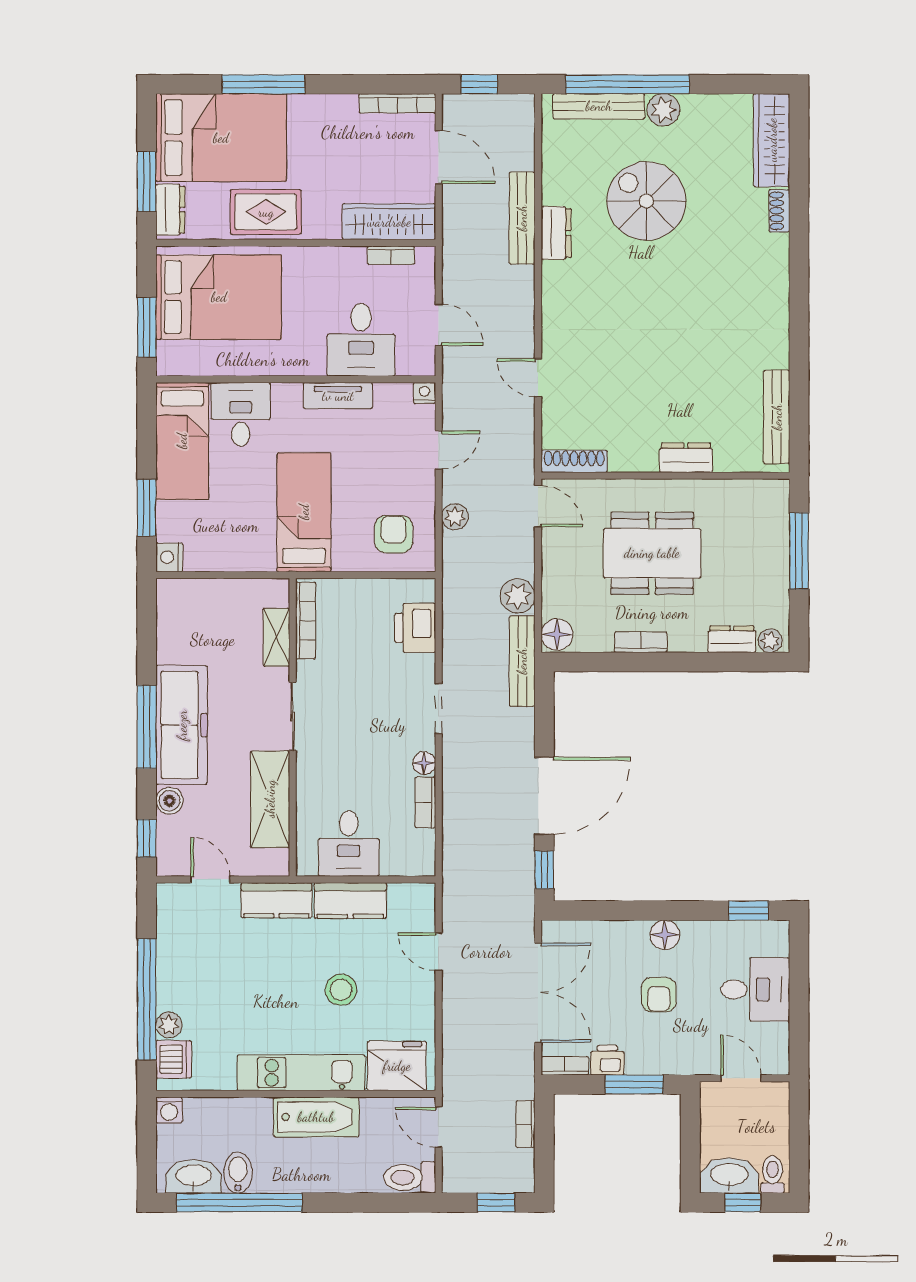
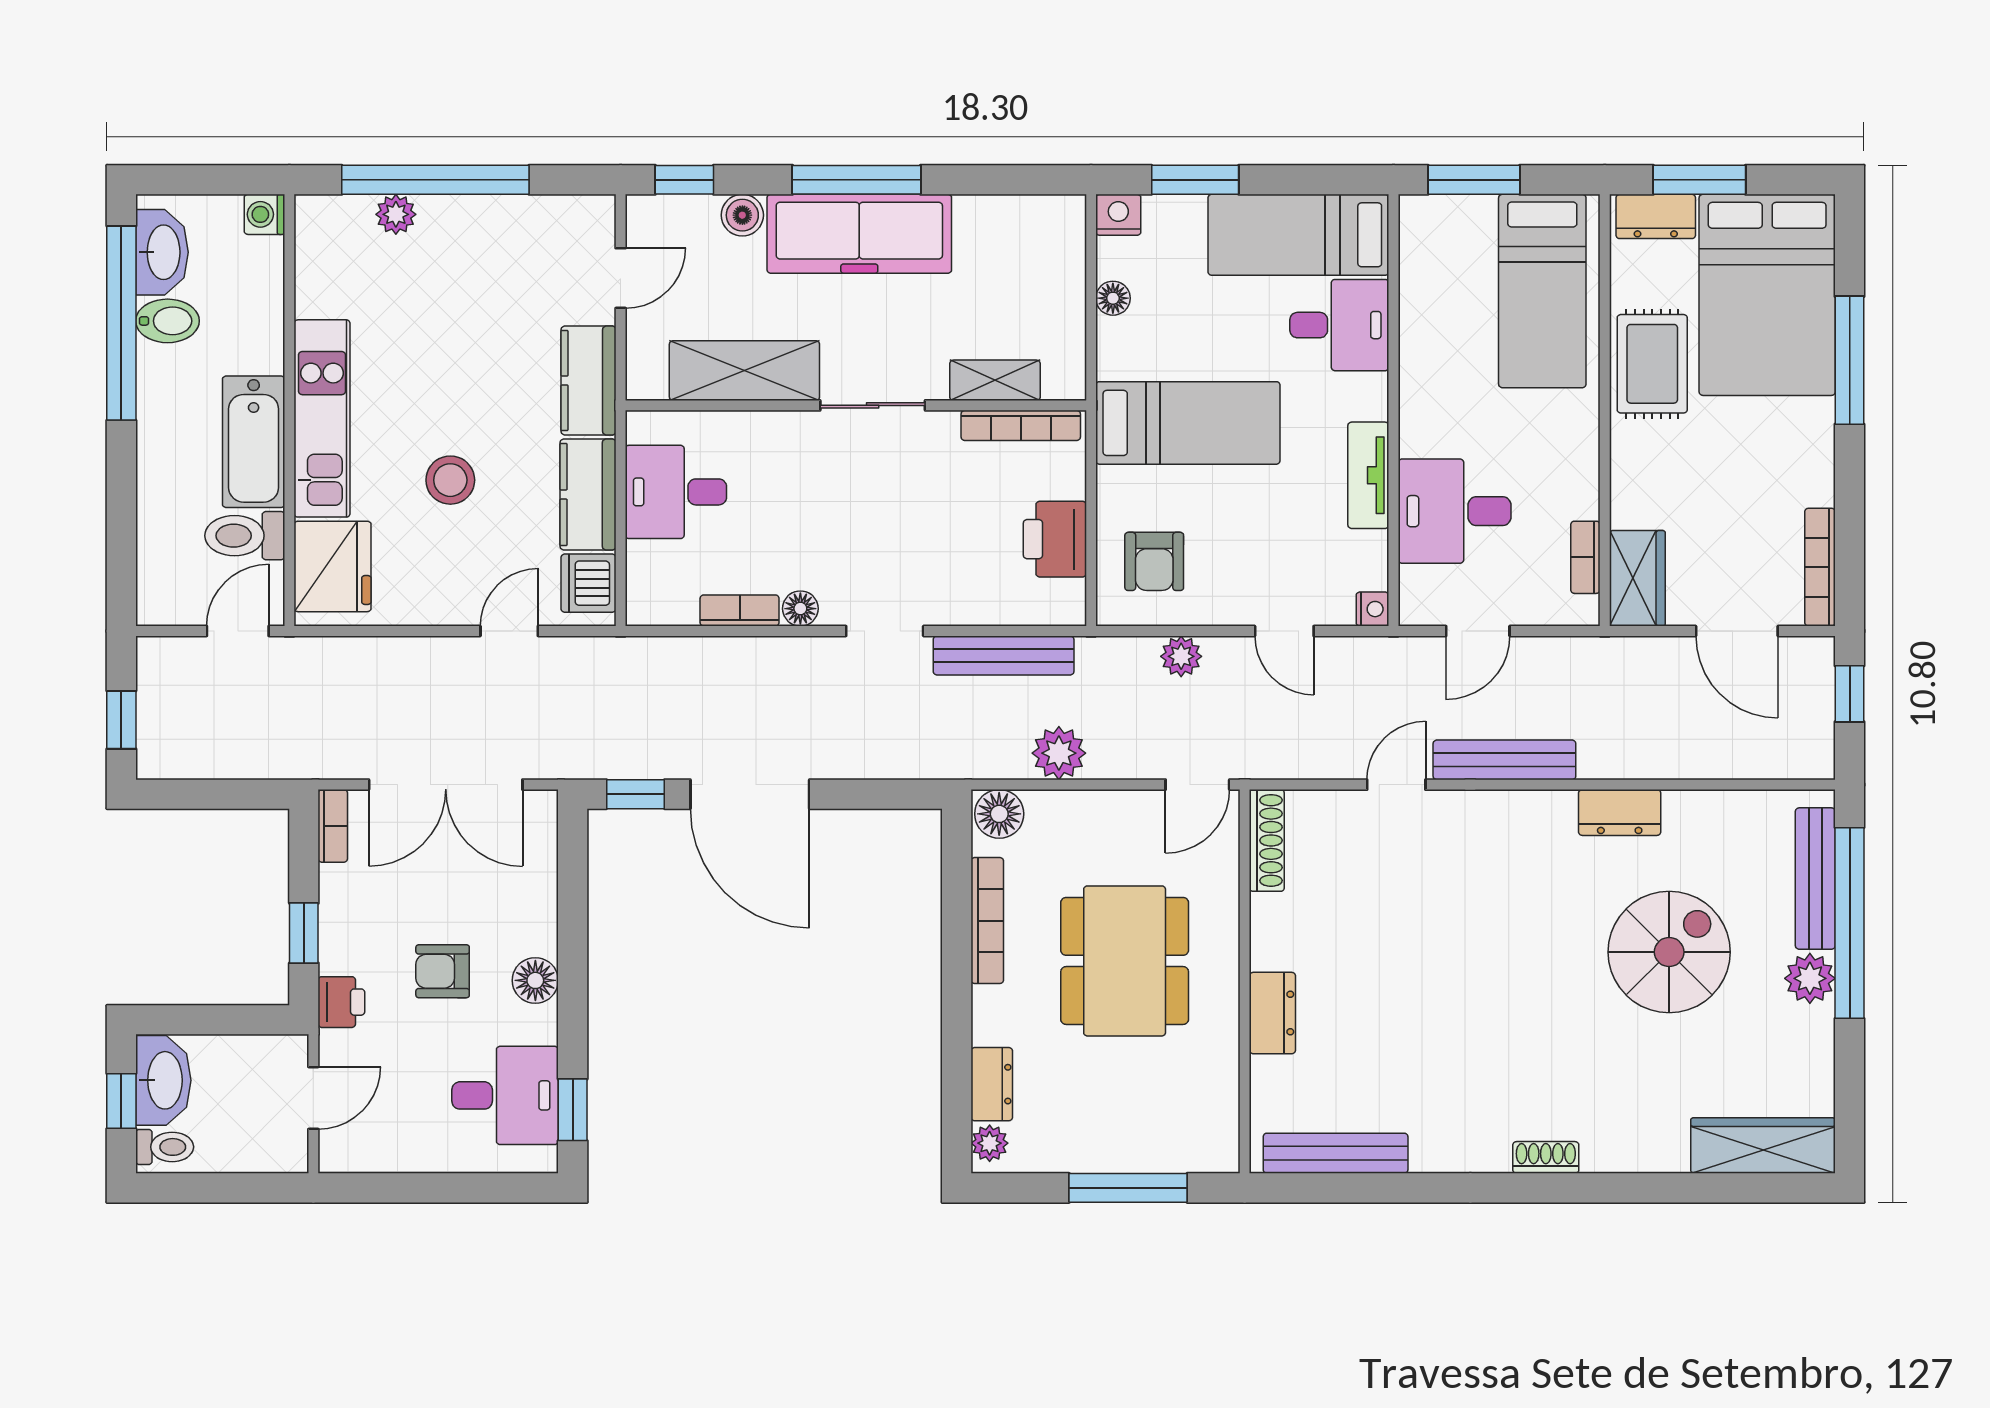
door: (439, 157) -> (1737, 631), hinge flipped
shoe rack: (779, 211) -> (1546, 1157), moved
bench: (522, 218) -> (1504, 760), moved
wardrobe: (389, 222) -> (1637, 578), width x0.67
bed: (219, 297) -> (1542, 291), width x0.67
armchair: (394, 534) -> (1154, 561), turned 90
floor lamp: (223, 561) -> (1113, 298), added
printer: (415, 628) -> (1055, 539), moved, turned -90
bookcase: (641, 642) -> (987, 921), width x1.56
bench: (522, 661) -> (1004, 655), moved
desk: (755, 989) -> (505, 1095), moved, turned -90
dishwasher: (174, 1059) -> (588, 583), moved, turned 90
printer: (607, 1060) -> (341, 1002), moved
window: (634, 1084) -> (304, 933), width x0.67
bookcase: (525, 1124) -> (243, 765), removed
toilet: (410, 1178) -> (245, 536), moved, turned -90

